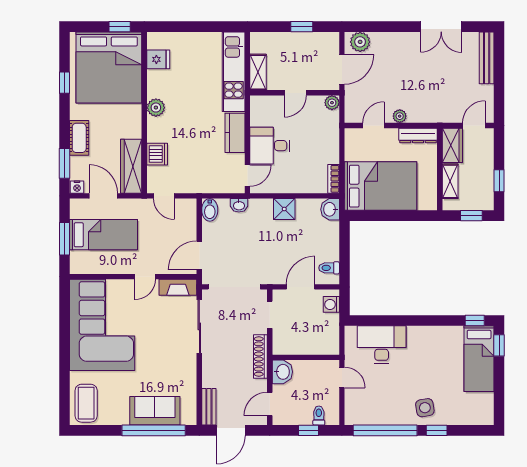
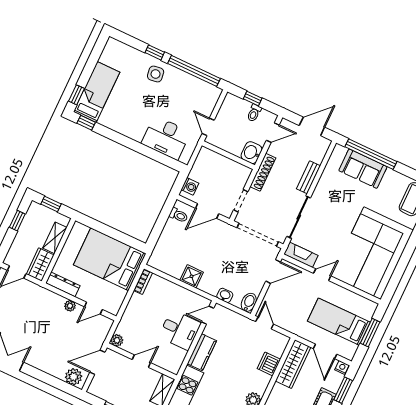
door: (164, 196) -> (265, 323), moved
washbasin: (330, 209) -> (157, 260), removed
bench: (209, 407) -> (308, 177), moved
toilet: (319, 416) -> (254, 113), moved

